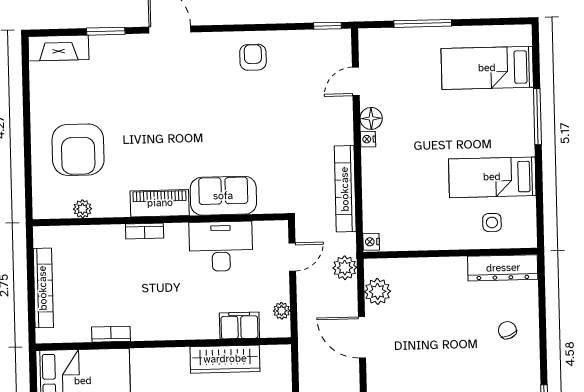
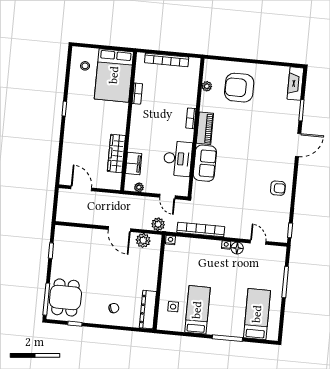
door: (362, 337) -> (119, 229), swing flipped

